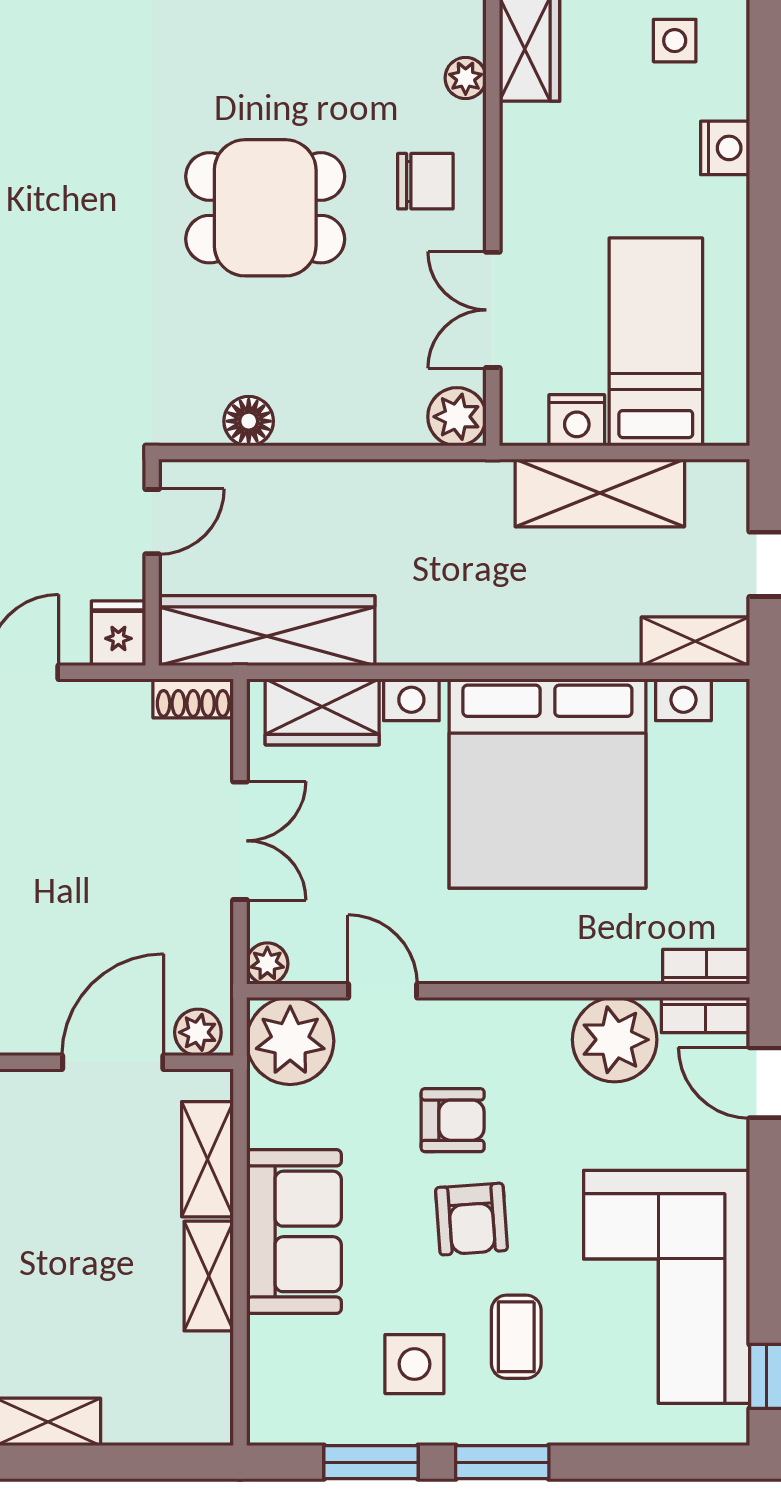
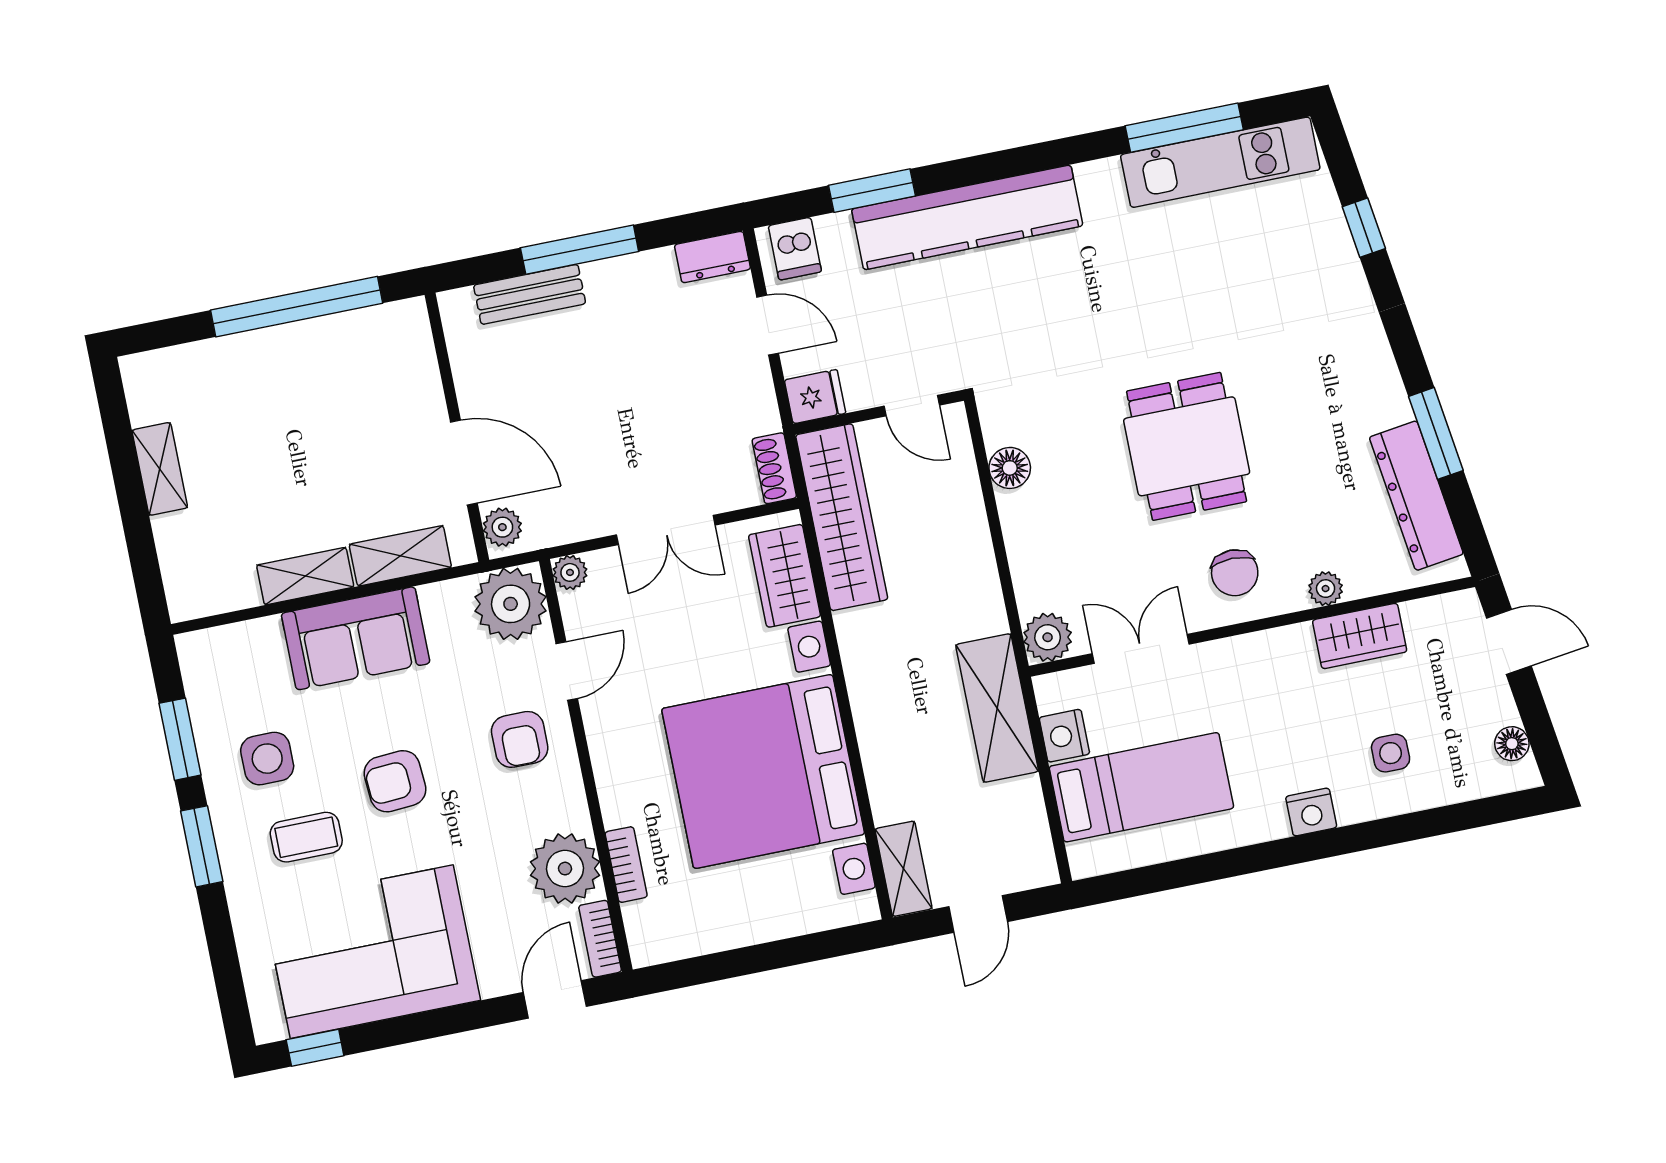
shelving: (600, 493) -> (997, 708), moved
bookcase: (706, 967) -> (626, 865), moved
armchair: (453, 1120) -> (520, 739), moved

